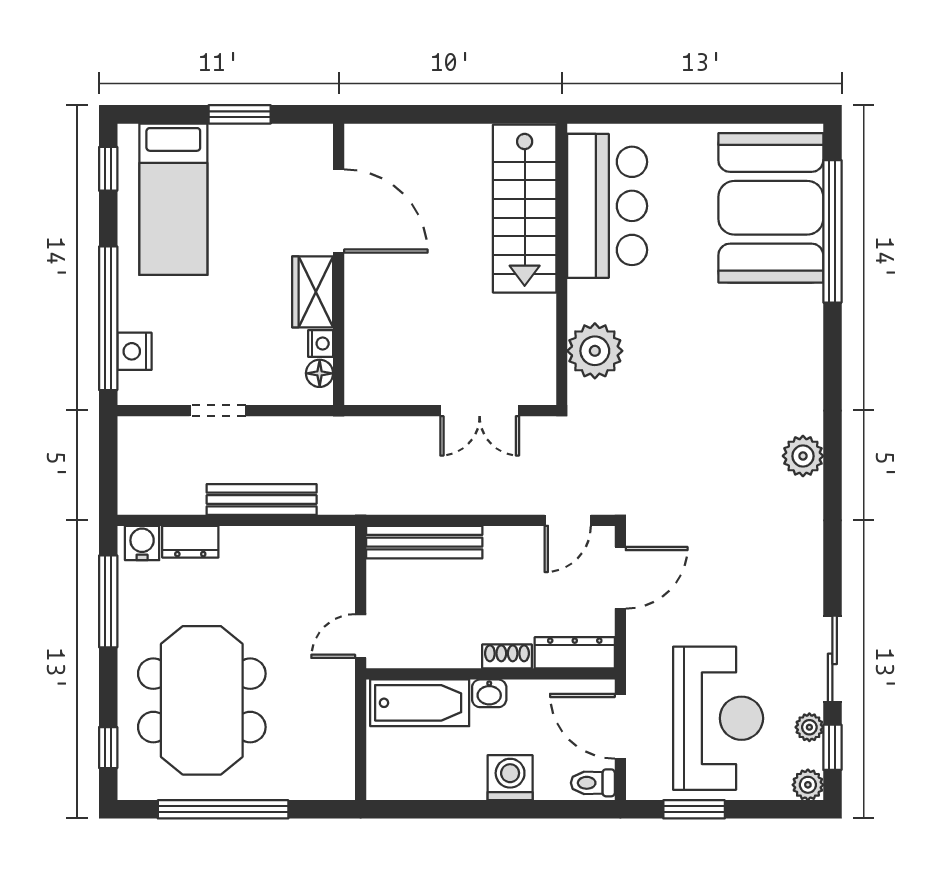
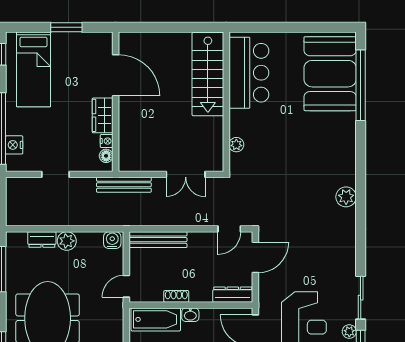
plant: (595, 351) -> (236, 145), width x0.53, depth x0.53
bench: (262, 500) -> (124, 185), moved
water cooler: (142, 543) -> (112, 240), moved
plant: (240, 545) -> (67, 241), added
shoe rack: (507, 656) -> (176, 296), moved

